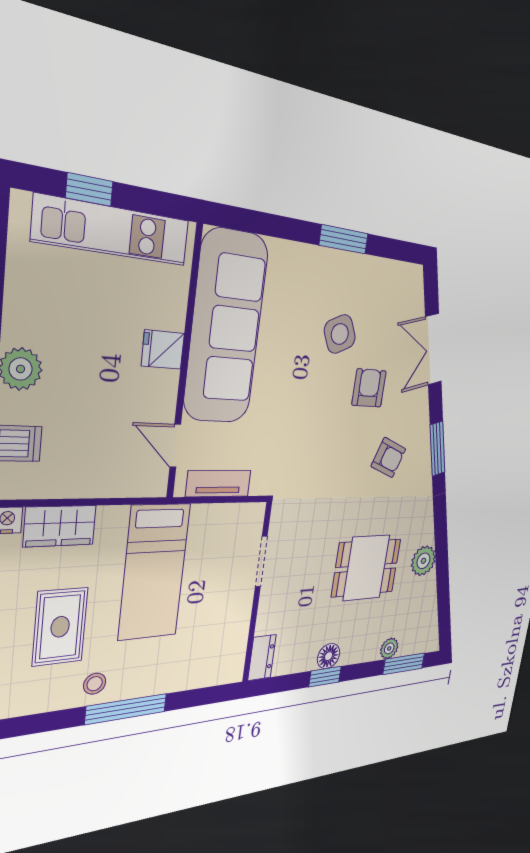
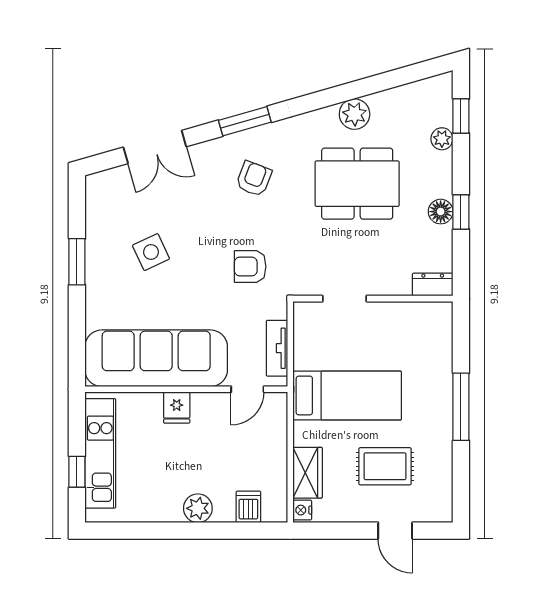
armchair: (369, 388) -> (250, 267), moved
dining table: (366, 568) -> (357, 184), width x1.37
window: (404, 664) -> (461, 116), width x0.67
stool: (95, 684) -> (435, 435), removed

